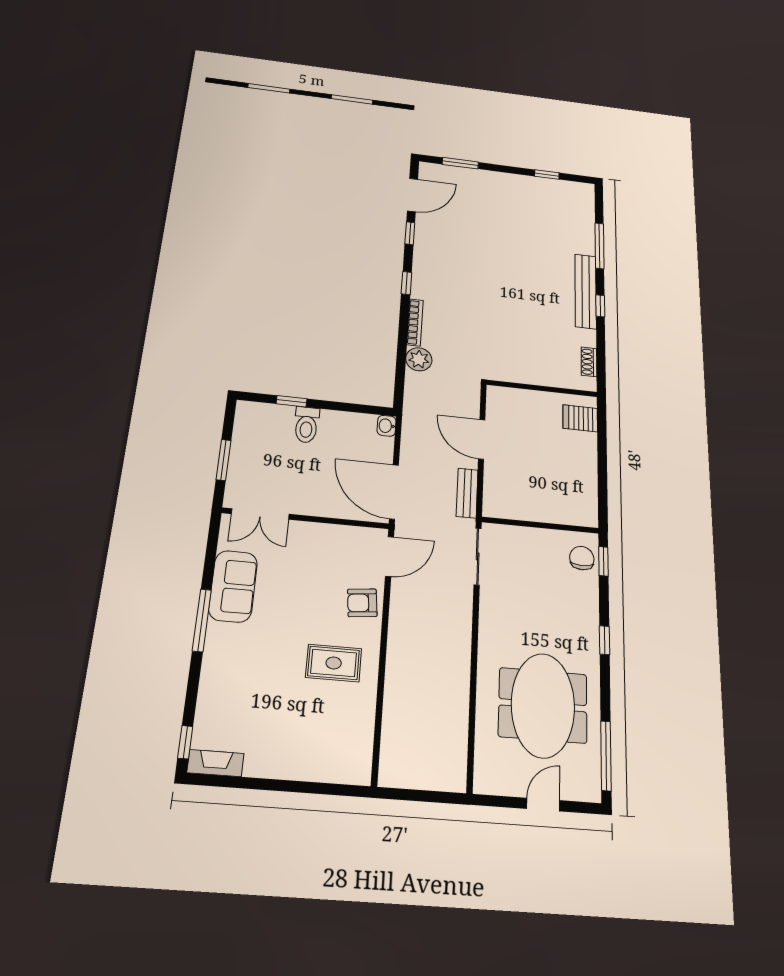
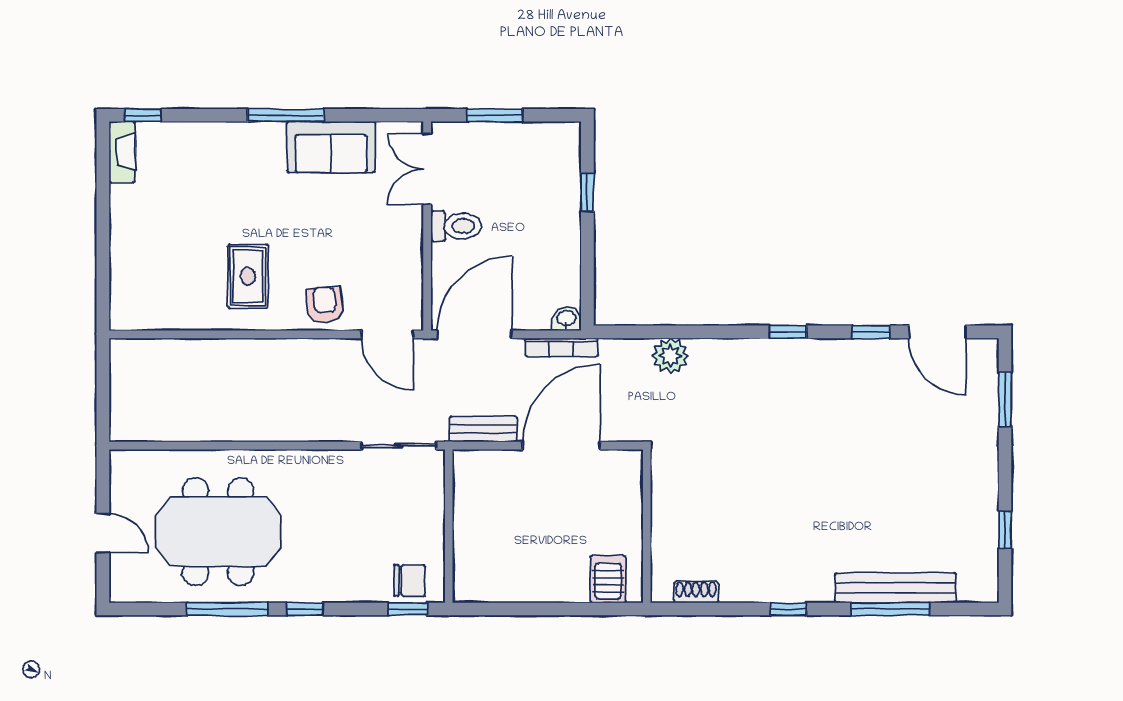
bench: (586, 291) -> (895, 588), moved
bookcase: (415, 322) -> (562, 347), moved
toilet: (306, 425) -> (456, 226), moved, turned 180
door: (482, 439) -> (561, 446), width x1.36
window: (606, 756) -> (227, 609), moved

